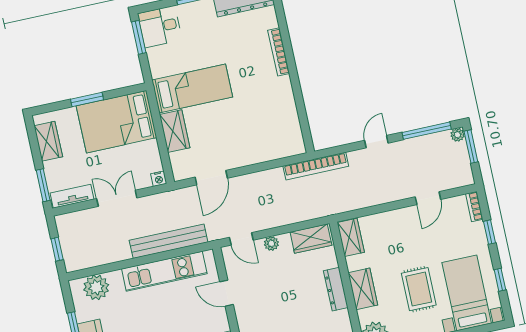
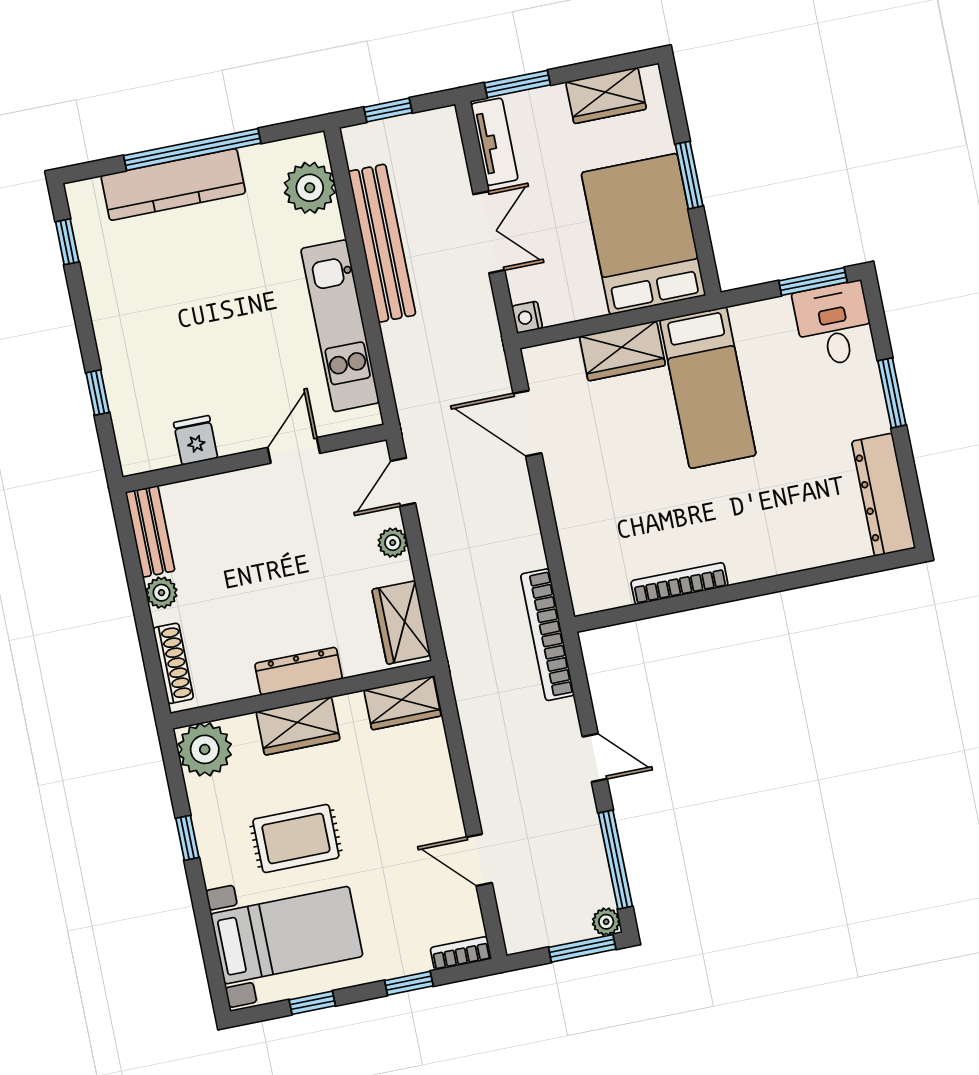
bookcase: (279, 52) -> (679, 583), moved
bench: (169, 241) -> (382, 243), moved

